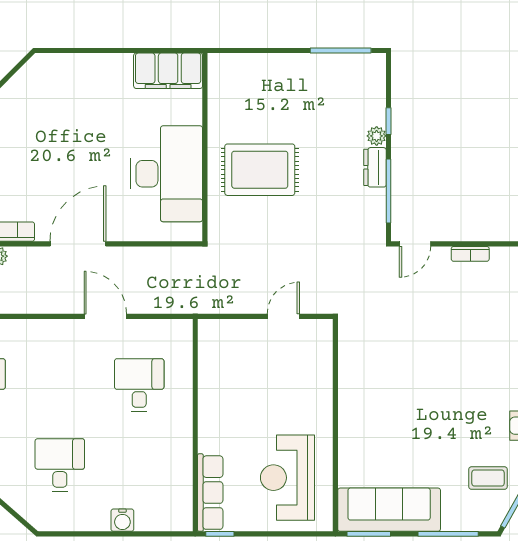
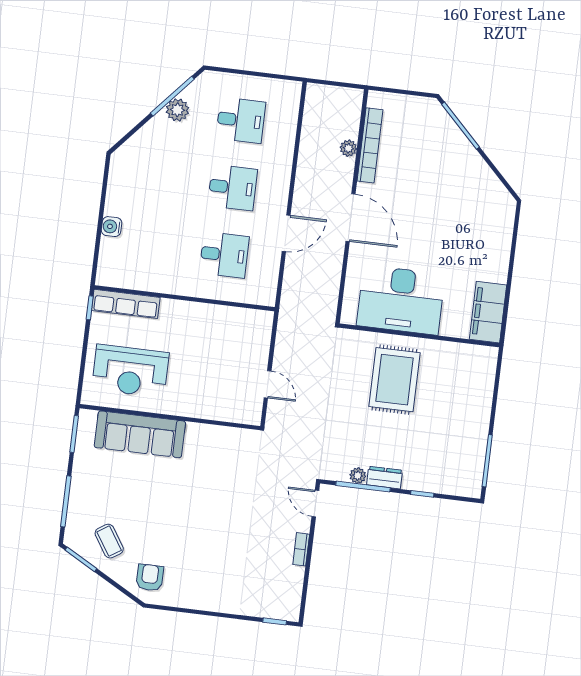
plant: (377, 136) -> (358, 476), moved
desk: (60, 465) -> (233, 188), moved
reception desk: (287, 478) -> (130, 371), turned 180
coffee table: (488, 478) -> (109, 541), turned -33
sofa: (389, 510) -> (140, 434), moved, turned 90

